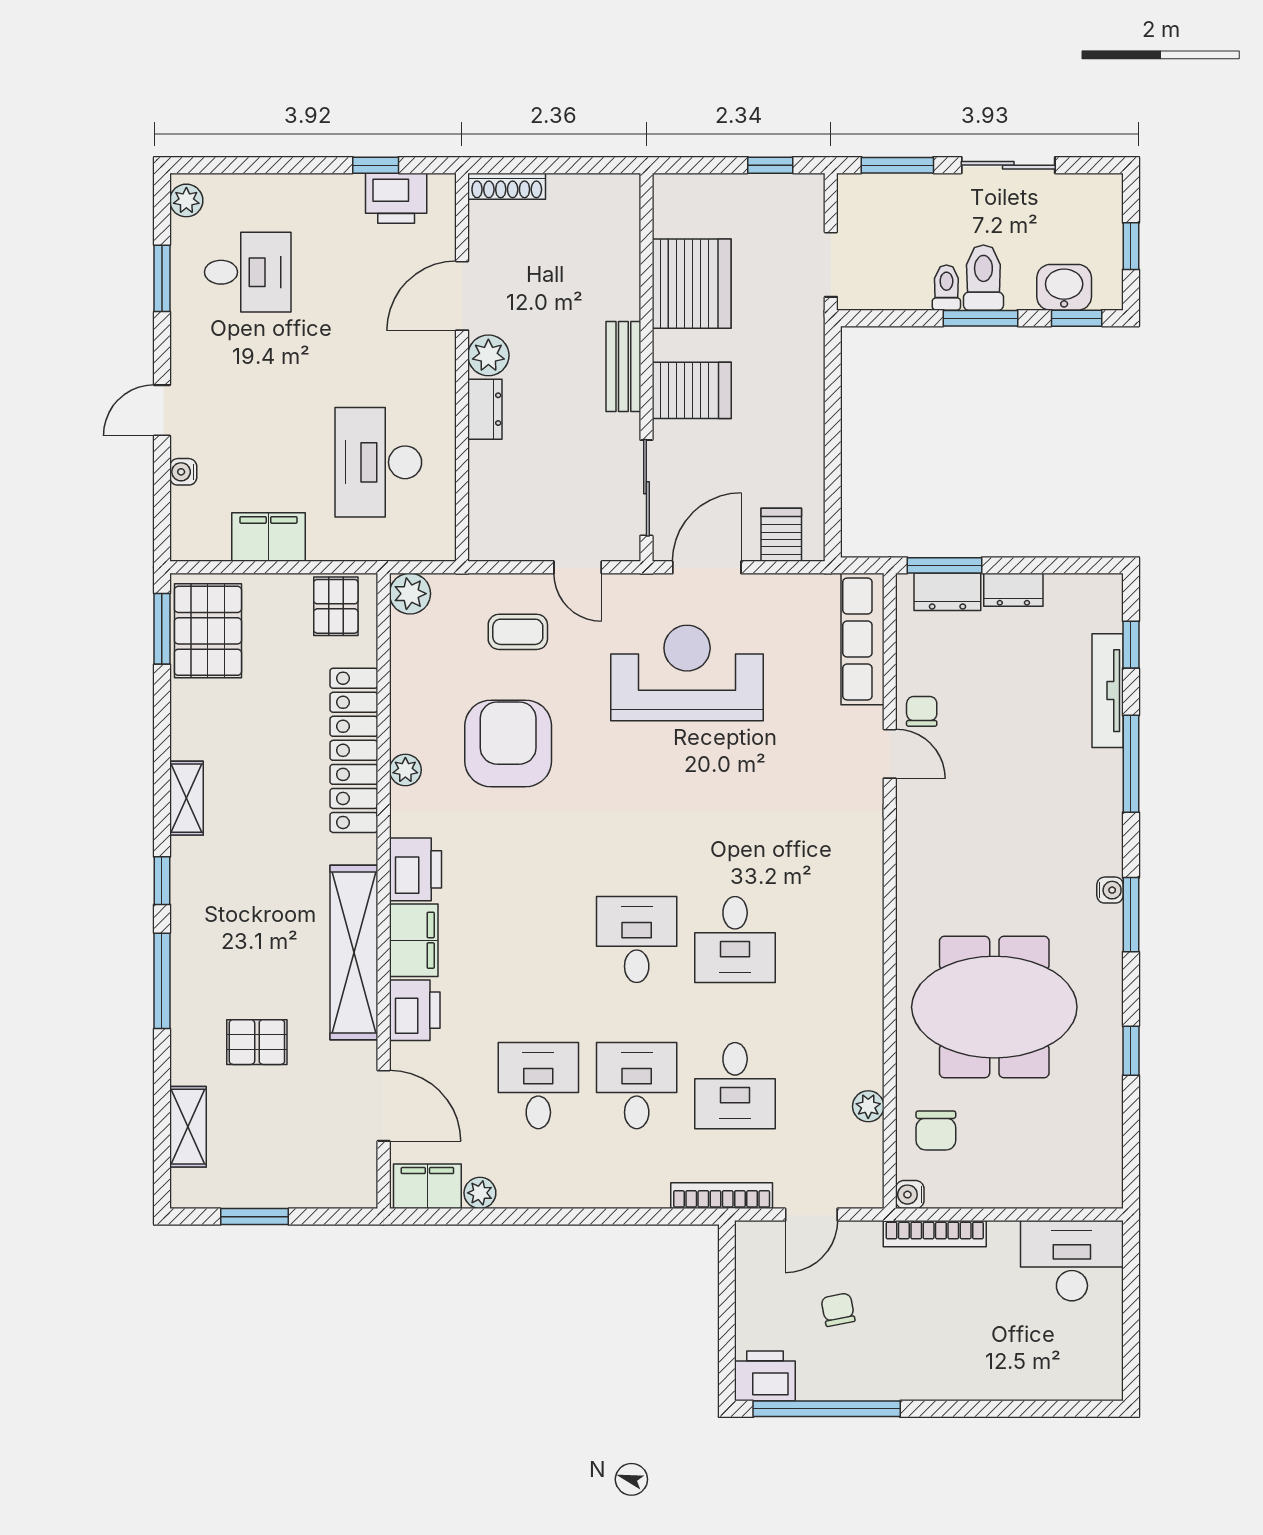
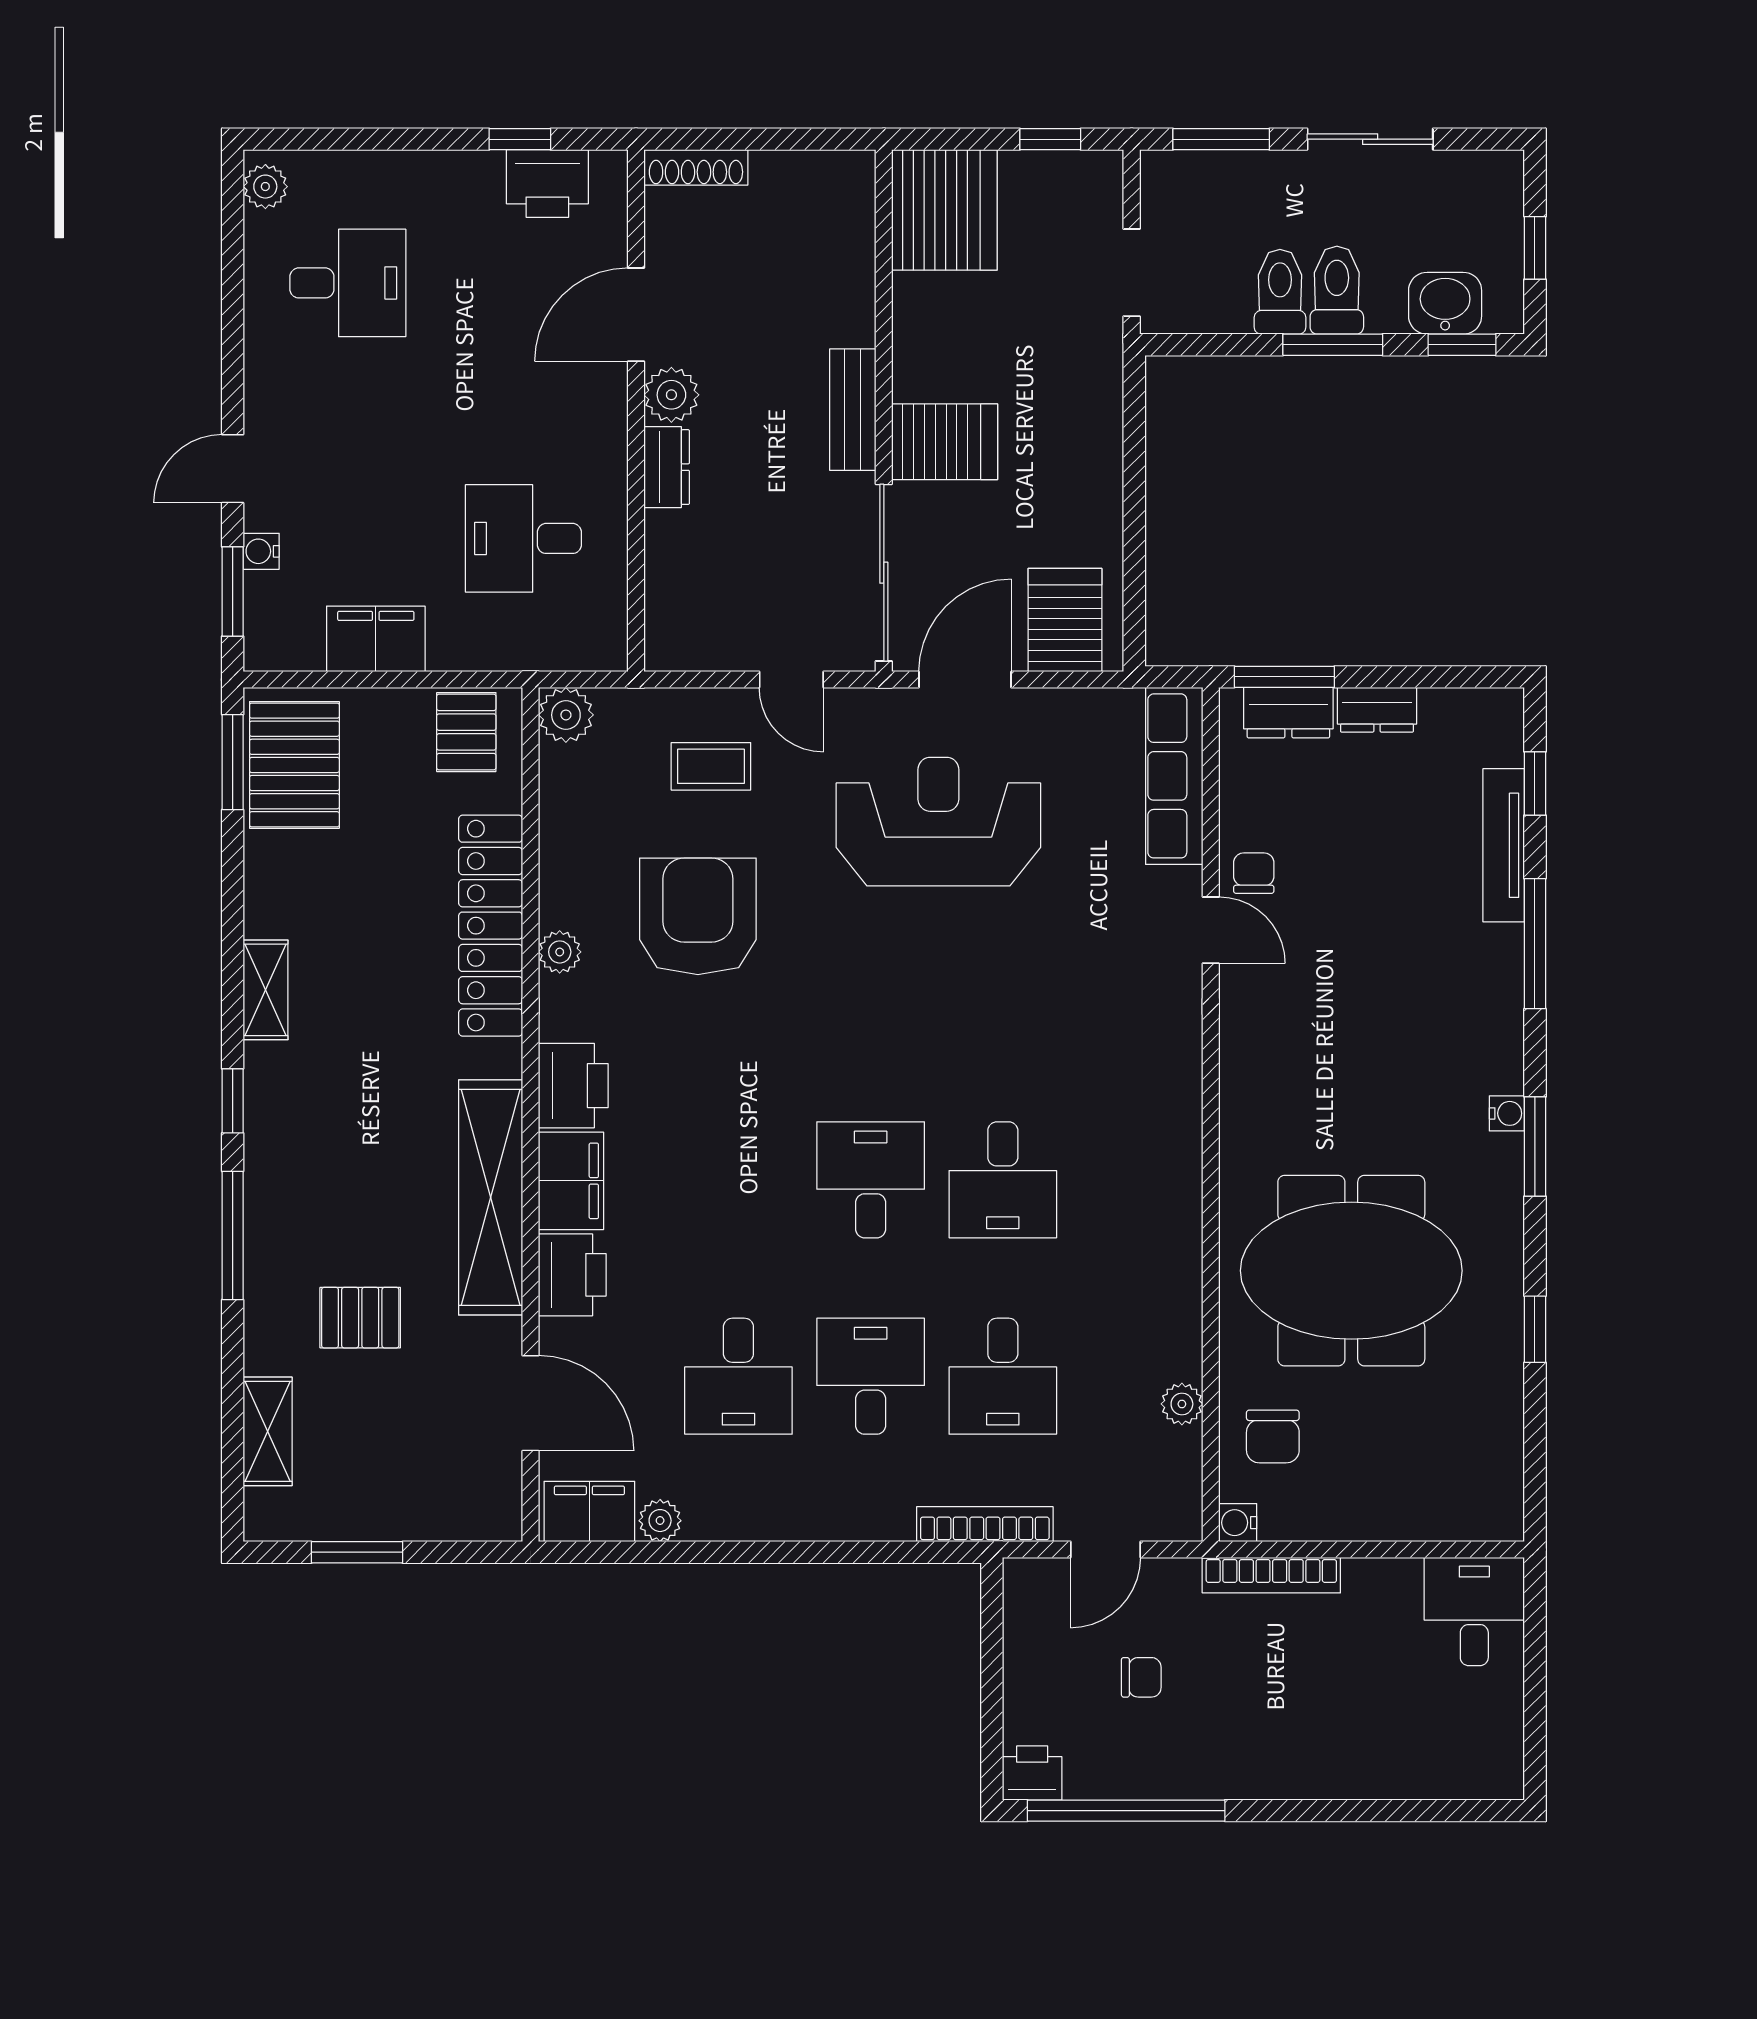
window: (162, 278) -> (233, 592), moved
server rack: (692, 284) -> (944, 210), moved
toilet: (946, 288) -> (1280, 292), width x1.37, depth x1.39
desk: (378, 462) -> (523, 538), width x0.73
sliding door: (646, 488) -> (884, 573), width x1.37
server rack: (781, 535) -> (1065, 620), width x1.36, depth x1.44
desk: (538, 1086) -> (738, 1376), turned 180
desk: (1072, 1261) -> (1474, 1612), width x0.73
chair: (838, 1310) -> (1141, 1677), turned 101
printer: (765, 1376) -> (1032, 1773), width x0.73, depth x0.81

